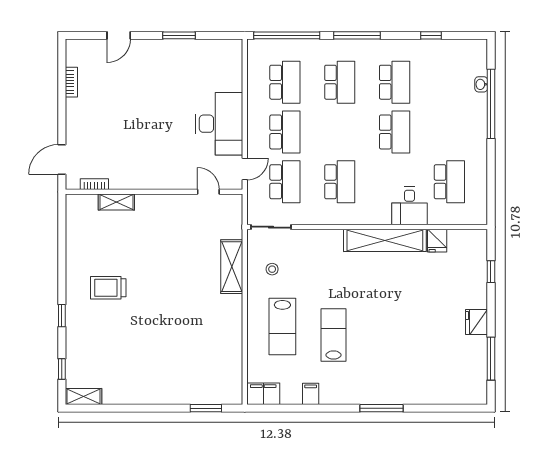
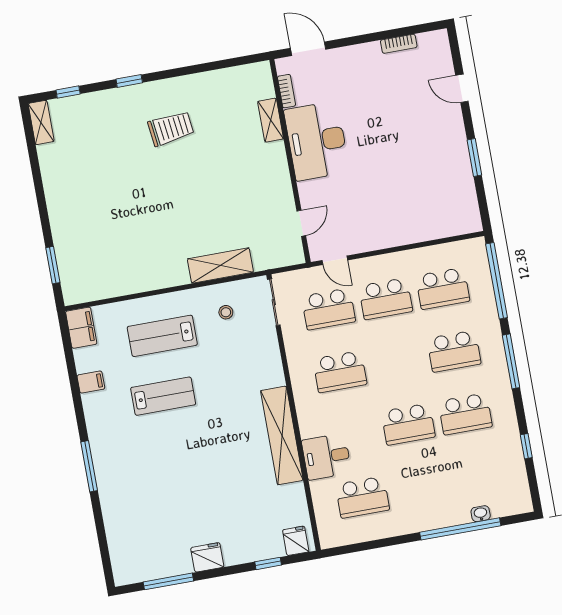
desk: (219, 124) -> (317, 141), moved, turned 90
fridge: (437, 241) -> (296, 541), moved, turned 90
trolley: (108, 288) -> (171, 128), turned 83

